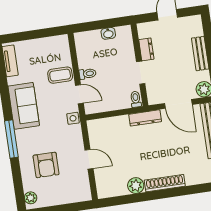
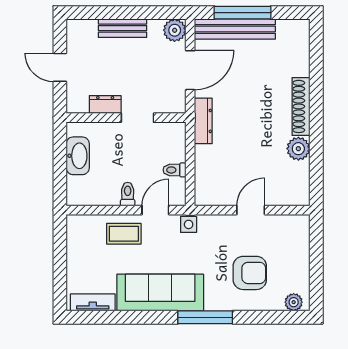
washbasin: (108, 33) -> (78, 156), width x1.91, depth x1.45
coffee table: (60, 75) -> (124, 234), turned 90
toilet: (136, 99) -> (175, 170), moved
sofa: (24, 106) -> (160, 293), width x1.36

